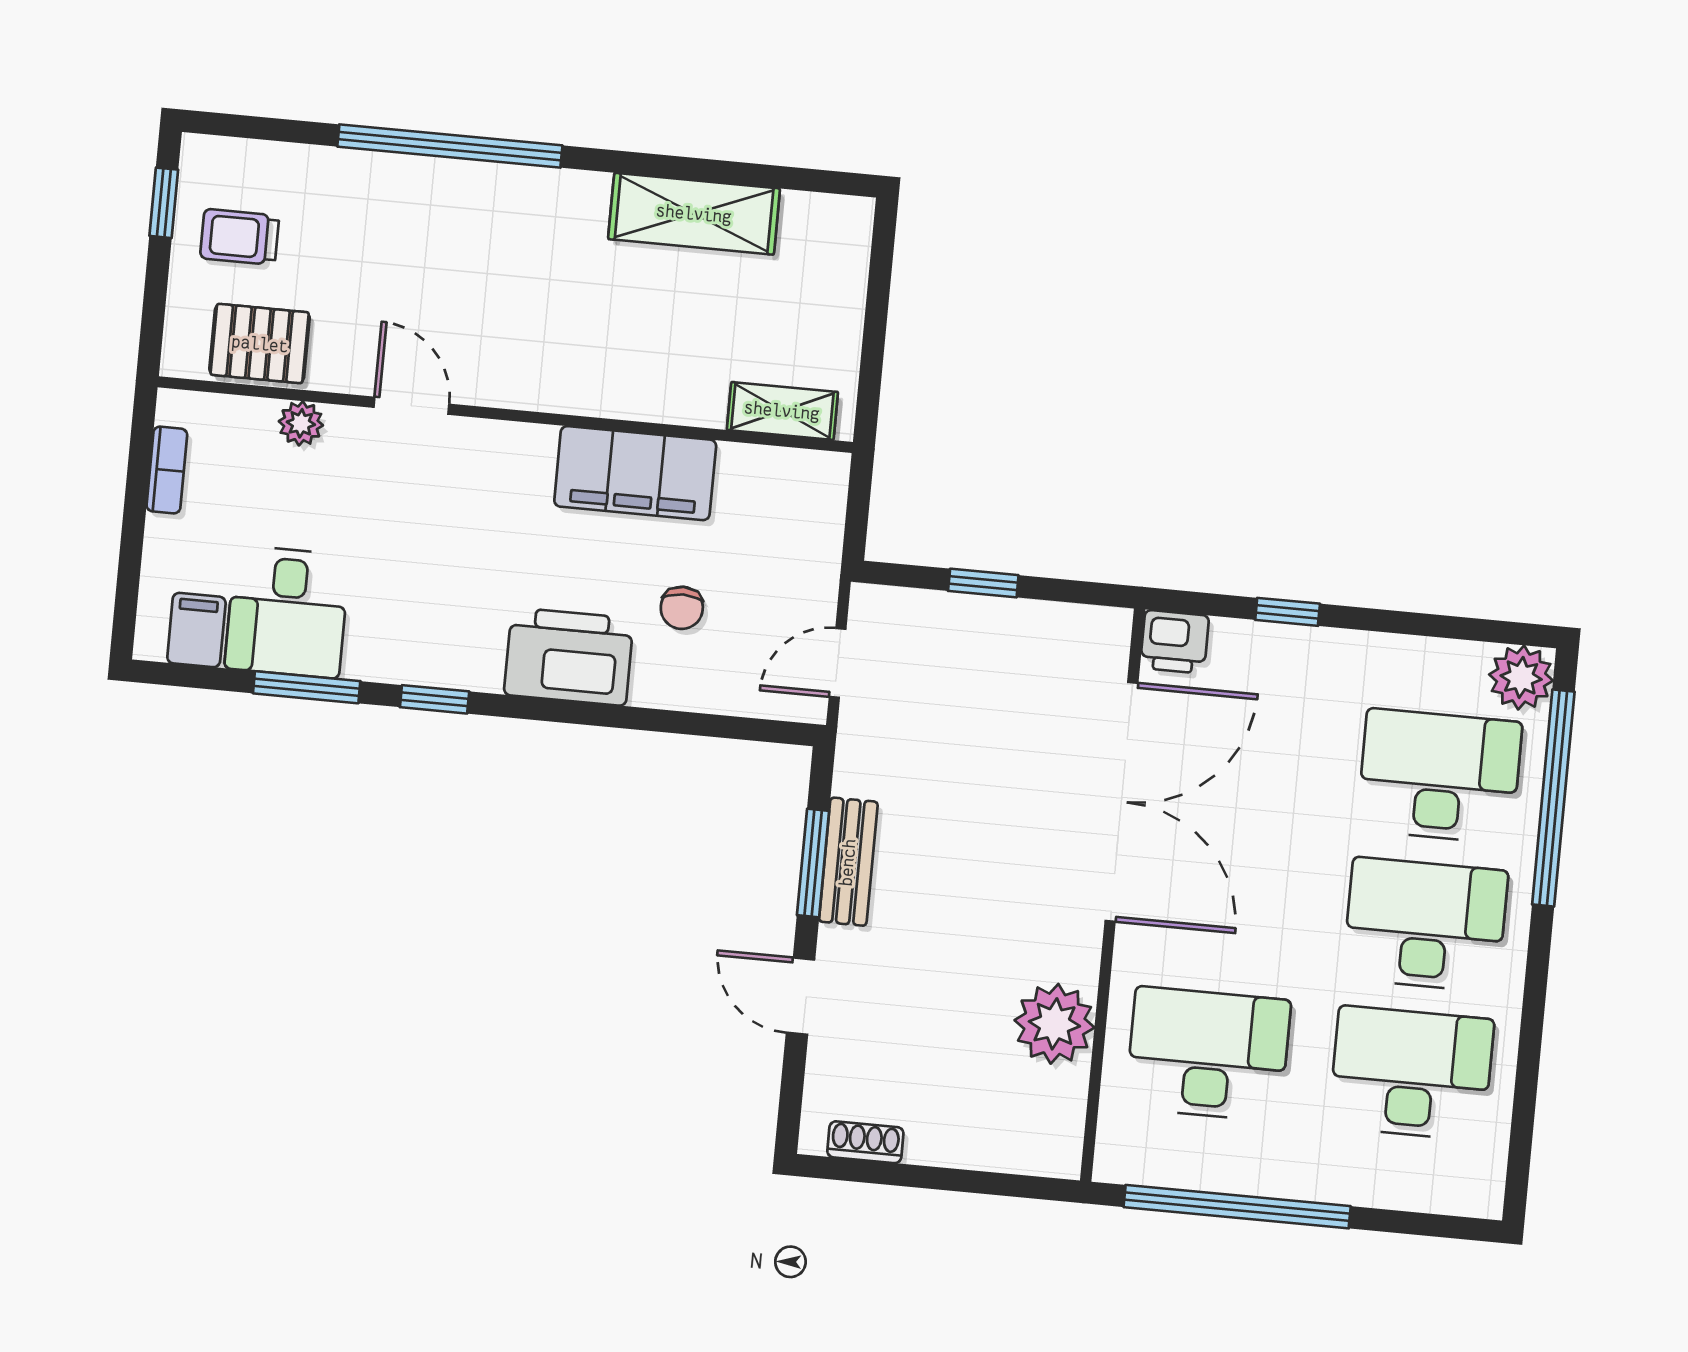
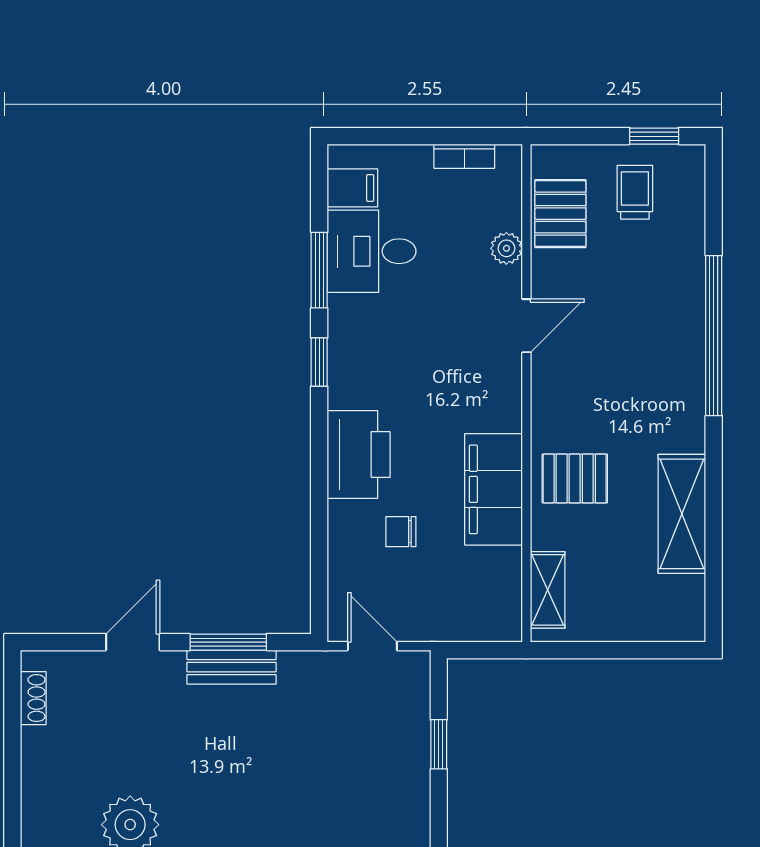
pallet: (631, 359) -> (575, 478), added

